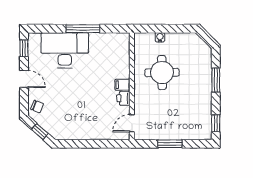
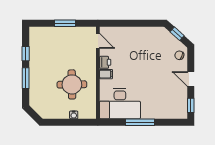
desk: (65, 50) -> (120, 104), moved
door: (132, 123) -> (98, 41), hinge flipped
window: (216, 123) -> (26, 54), moved

